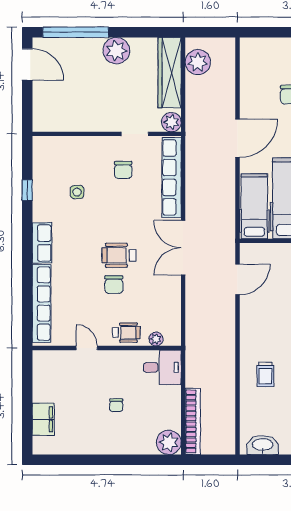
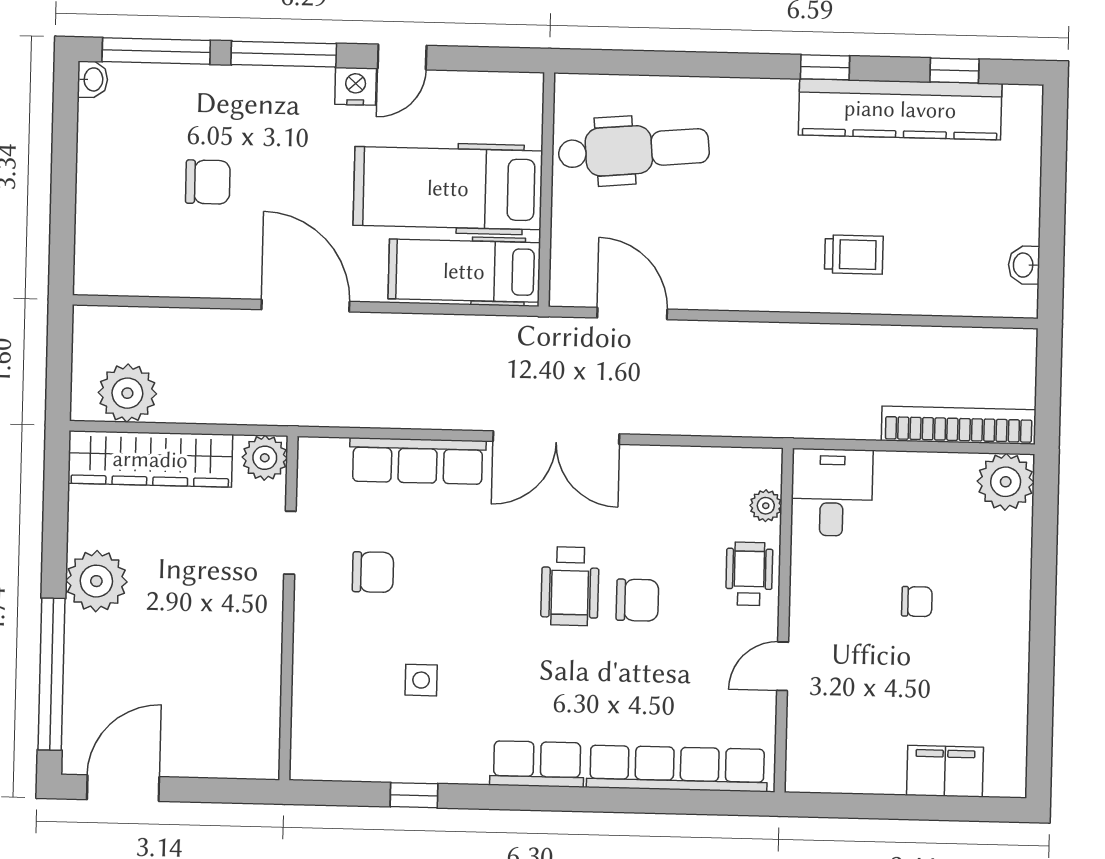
row of seats: (172, 177) -> (418, 461), width x0.73
washbasin: (263, 445) -> (1024, 265), width x0.52, depth x0.69

